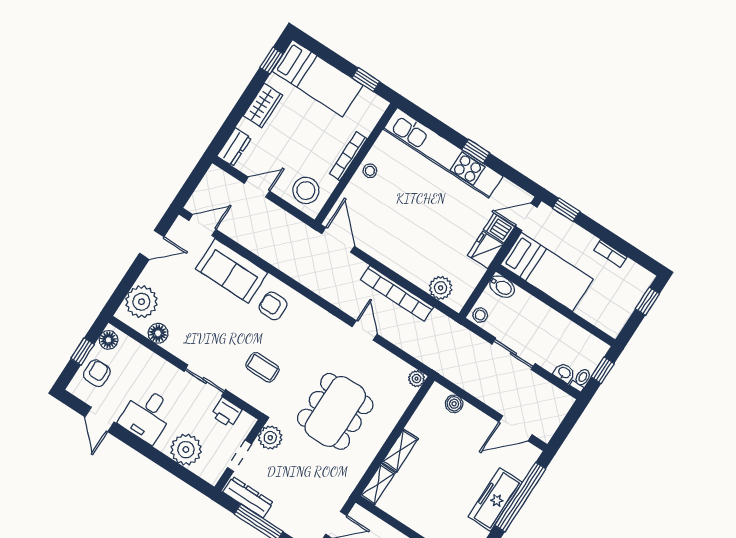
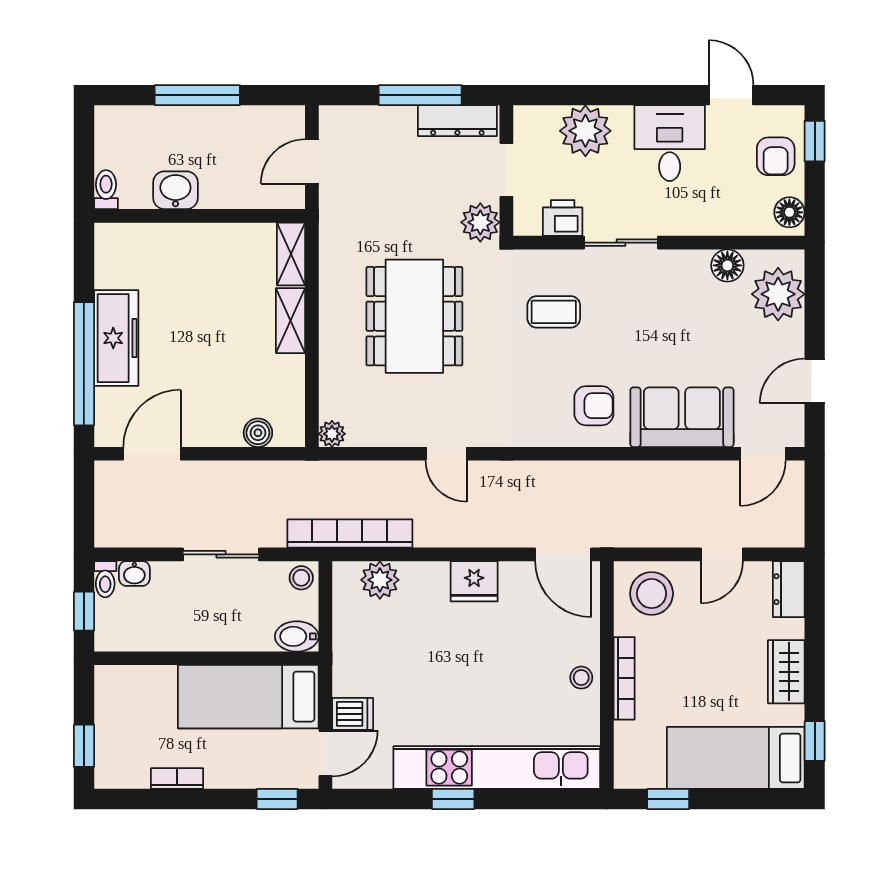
fridge: (485, 250) -> (474, 581), moved, turned 90
bookcase: (397, 293) -> (350, 533), moved
window: (83, 351) -> (815, 141), moved

